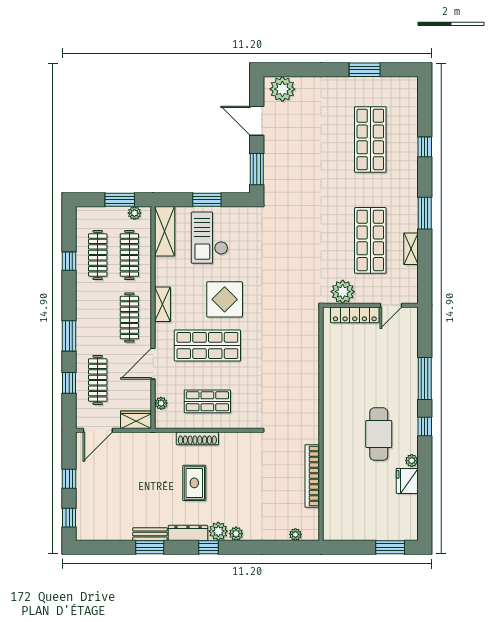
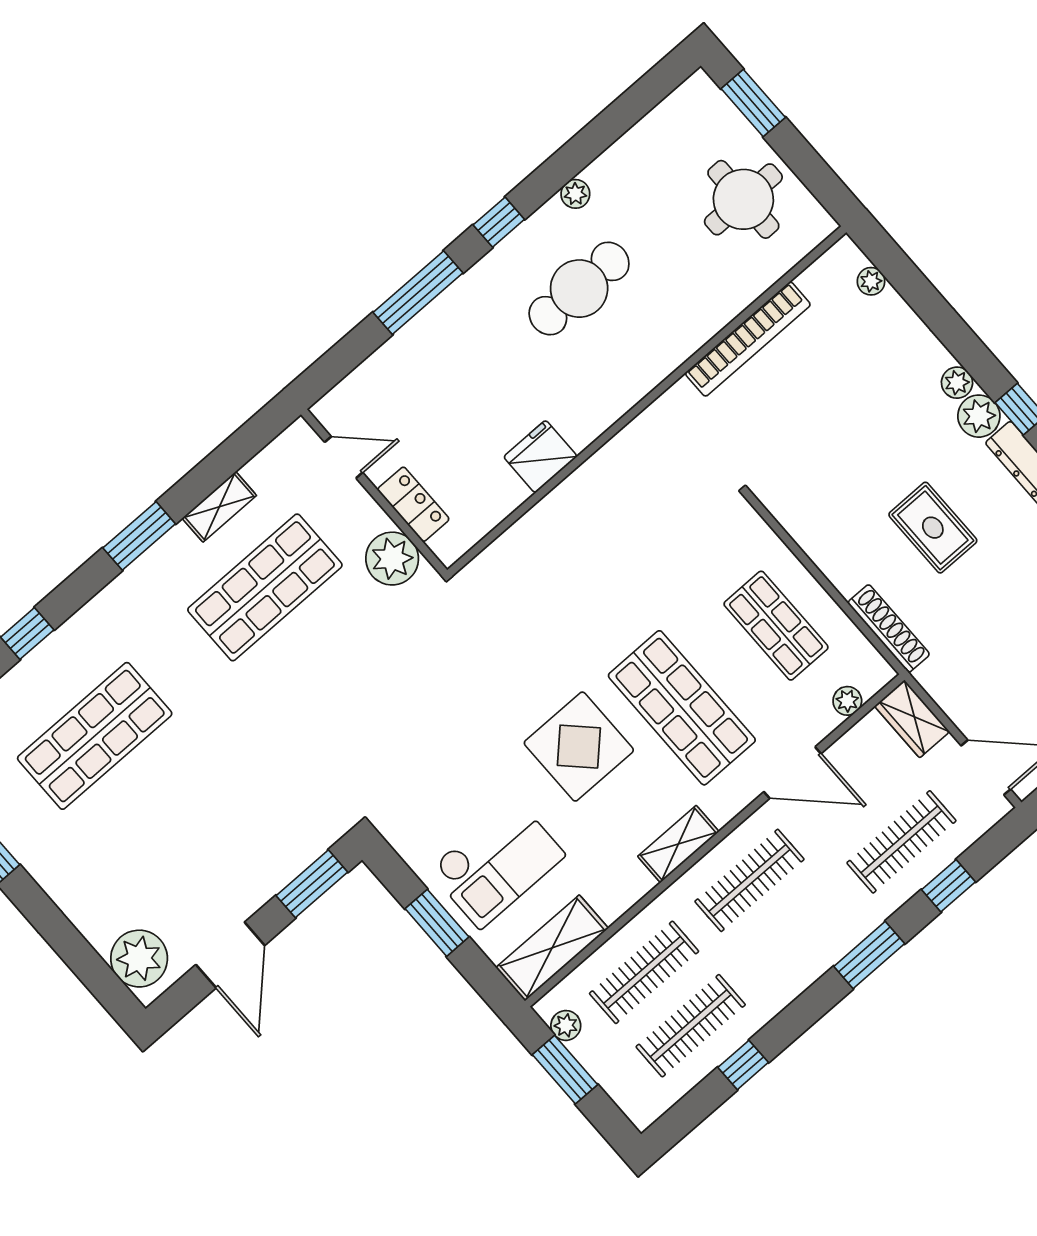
locker: (355, 315) -> (413, 504), width x0.66
shoe rack: (197, 438) -> (889, 628), moved
fridge: (407, 481) -> (540, 457), moved, turned 180
rug: (194, 483) -> (933, 528), turned 90
round table: (361, 516) -> (743, 199), added

